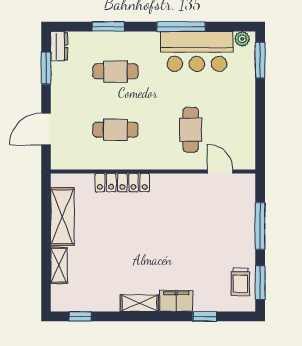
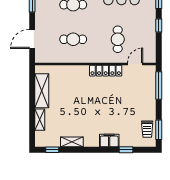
window: (260, 106) -> (159, 25), added
door: (220, 172) -> (135, 64), hinge flipped
locker: (122, 183) -> (106, 71), moved
window: (260, 226) -> (159, 85), moved
shelving: (139, 303) -> (72, 142), moved

